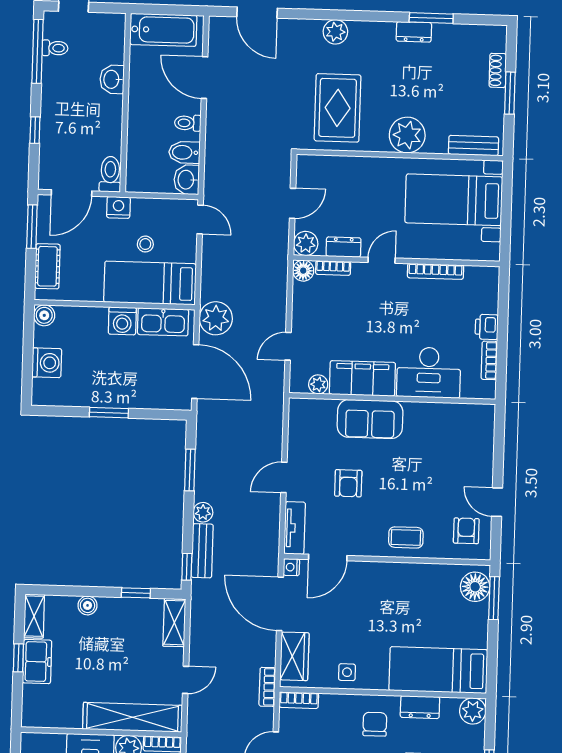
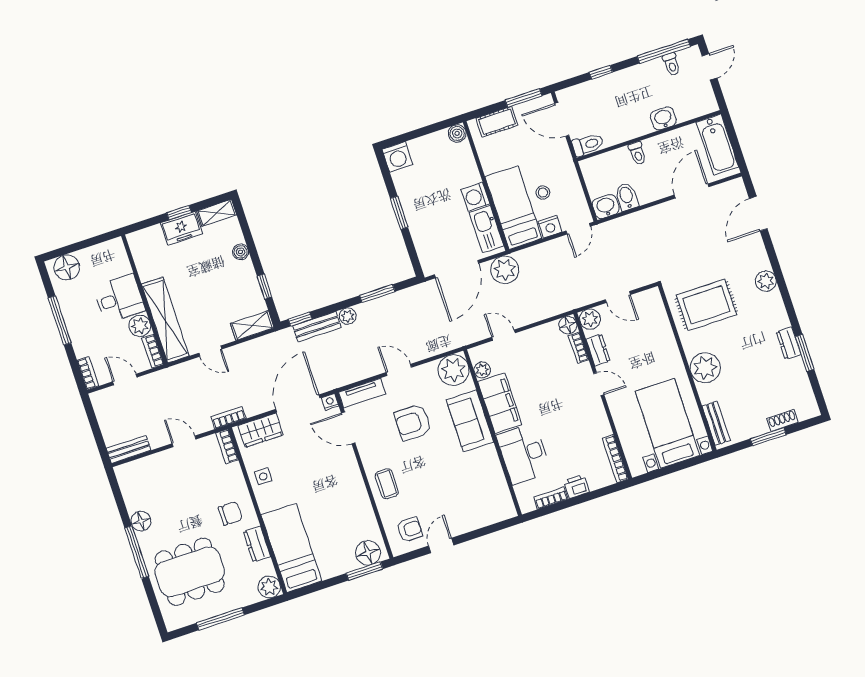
toilet: (188, 123) -> (637, 153), moved, turned 180
nightstand: (118, 207) -> (550, 227), moved, turned 90
bookcase: (435, 271) -> (615, 459), moved
washing machine: (47, 363) -> (397, 157), moved
plant: (306, 416) -> (453, 370), added
armchair: (348, 483) -> (413, 422), width x1.38, depth x1.38

